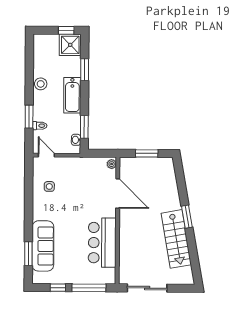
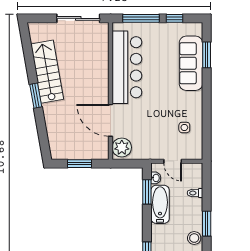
bathtub: (72, 95) -> (160, 204), moved
window: (29, 117) -> (207, 224), moved
door: (46, 155) -> (173, 161), moved
plant: (112, 164) -> (122, 147), width x1.88, depth x1.88
bar counter: (102, 243) -> (127, 67), width x1.36

